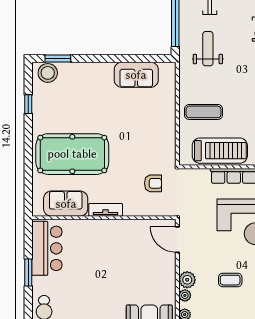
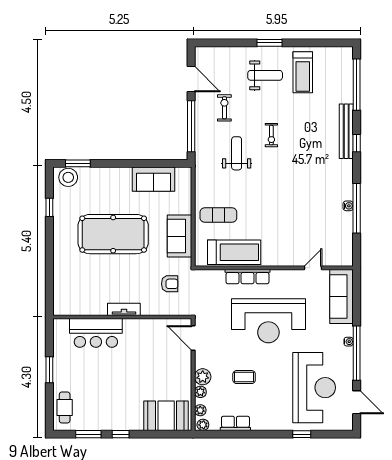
weight bench: (208, 49) -> (237, 153), moved
pool table: (72, 154) -> (113, 234), moved
sofa: (66, 204) -> (179, 236), moved, turned -90
bar counter: (47, 248) -> (96, 333), moved, turned 90

